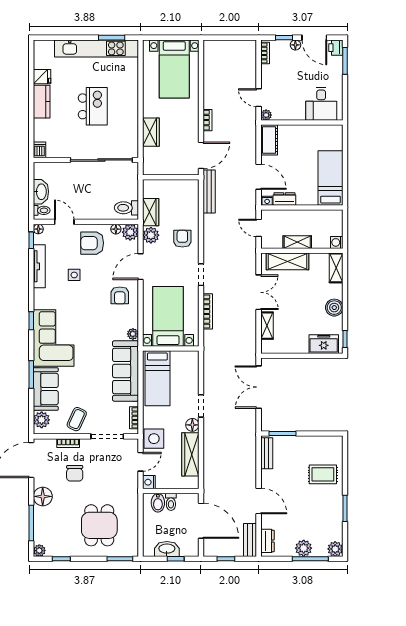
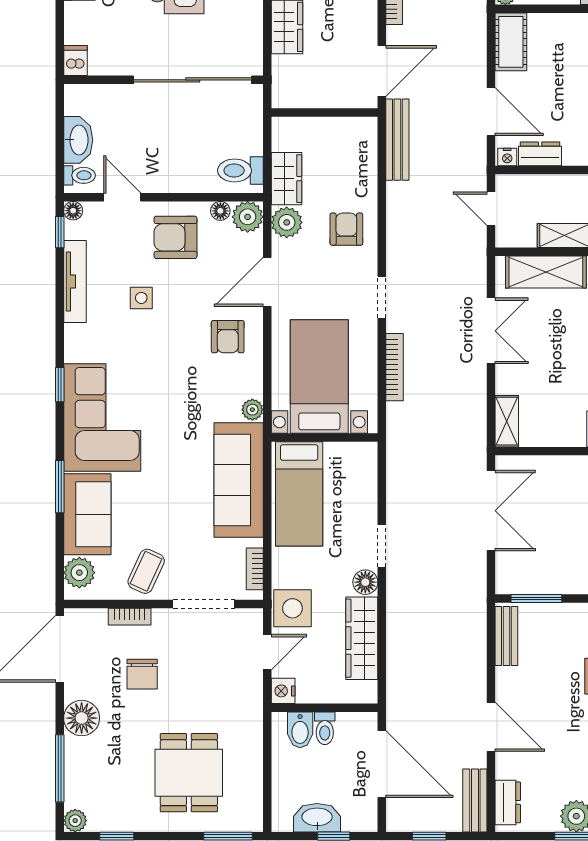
shelving: (267, 326) -> (507, 421), moved
double door: (259, 387) -> (491, 511), swing flipped

